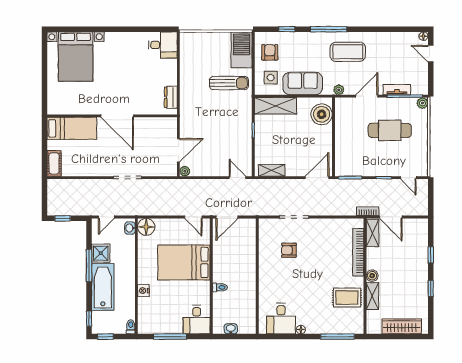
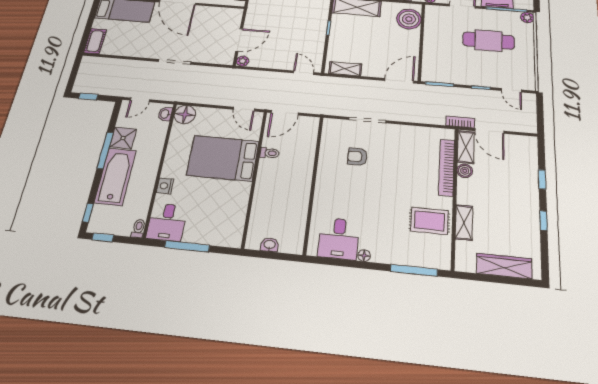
boiler: (372, 276) -> (465, 171), moved
toilet: (220, 287) -> (270, 153), moved
desk: (197, 320) -> (167, 222), moved

